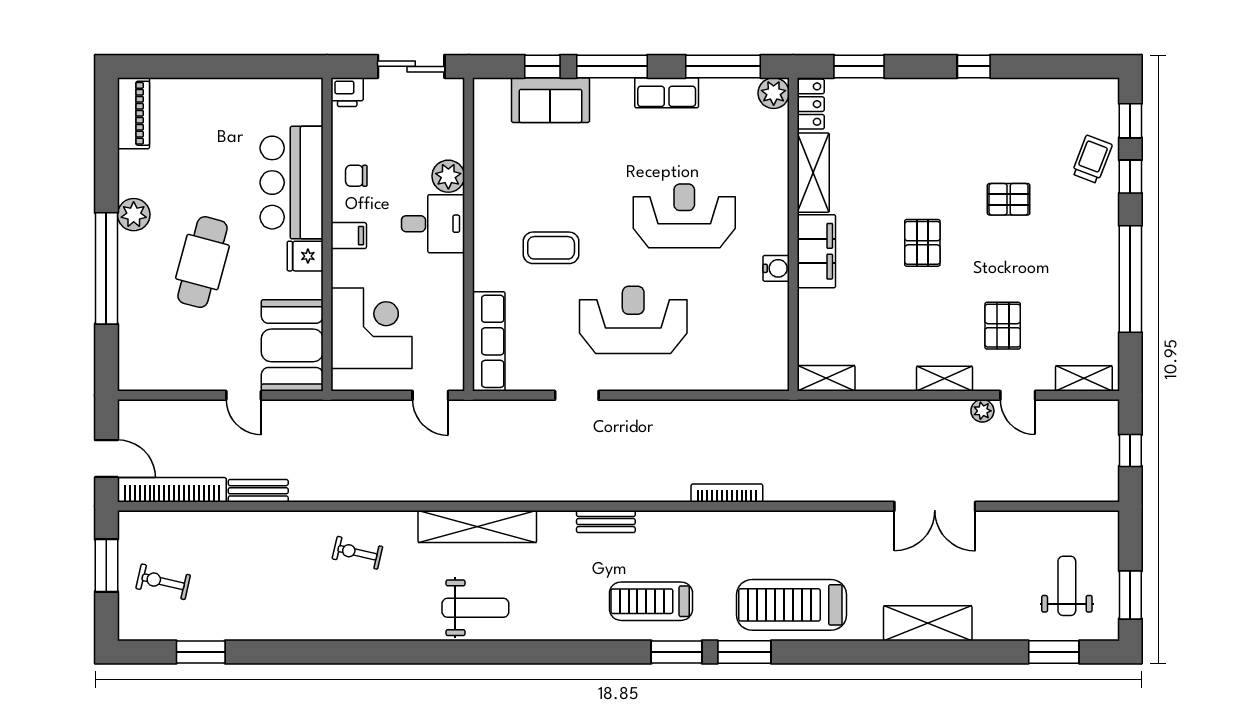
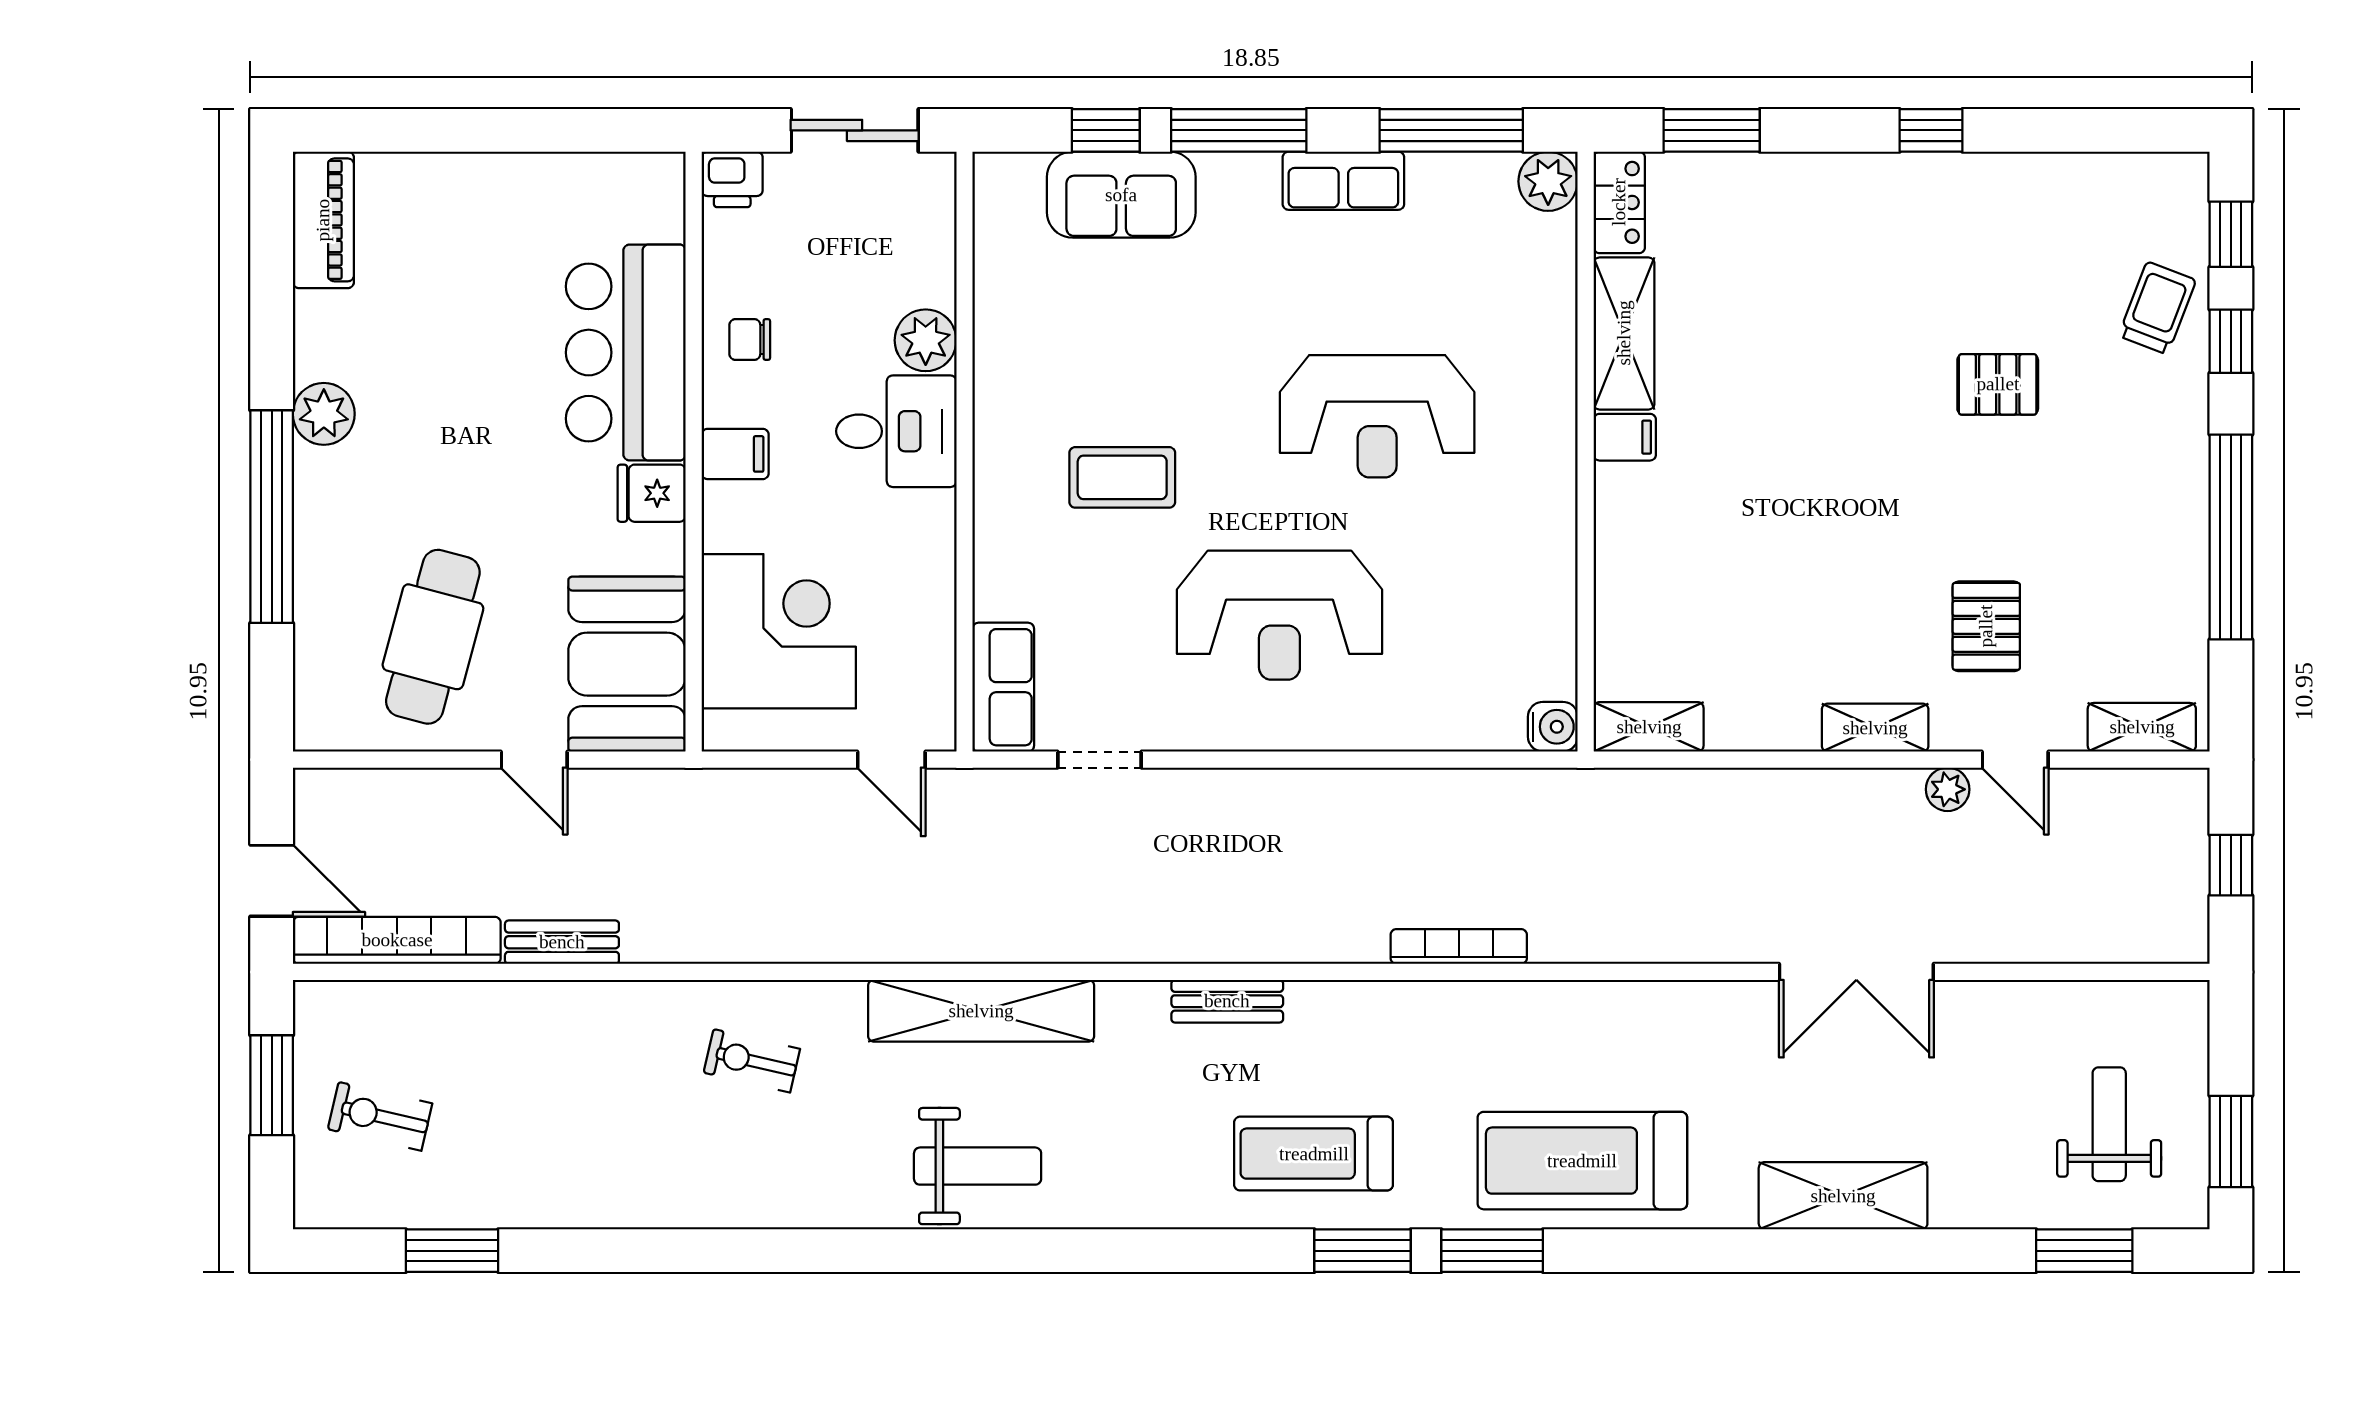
reception desk: (684, 216) -> (1377, 416), turned 180
pallet: (922, 243) -> (1833, 468), removed
filing cabinet: (816, 251) -> (1625, 437), width x0.33, depth x0.86
cafe table: (202, 262) -> (433, 637), moved
water cooler: (776, 268) -> (1553, 727), moved
reception desk: (633, 320) -> (1279, 615), turned 180
row of seats: (489, 341) -> (1003, 687), width x0.68
doorway: (577, 395) -> (1100, 760), moved

